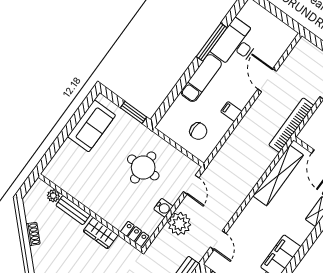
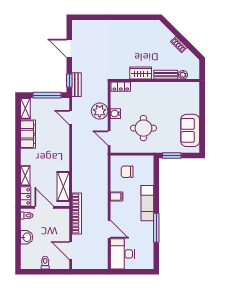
desk: (236, 44) -> (122, 254), moved, turned 180
shelving: (278, 175) -> (63, 187), width x0.68

